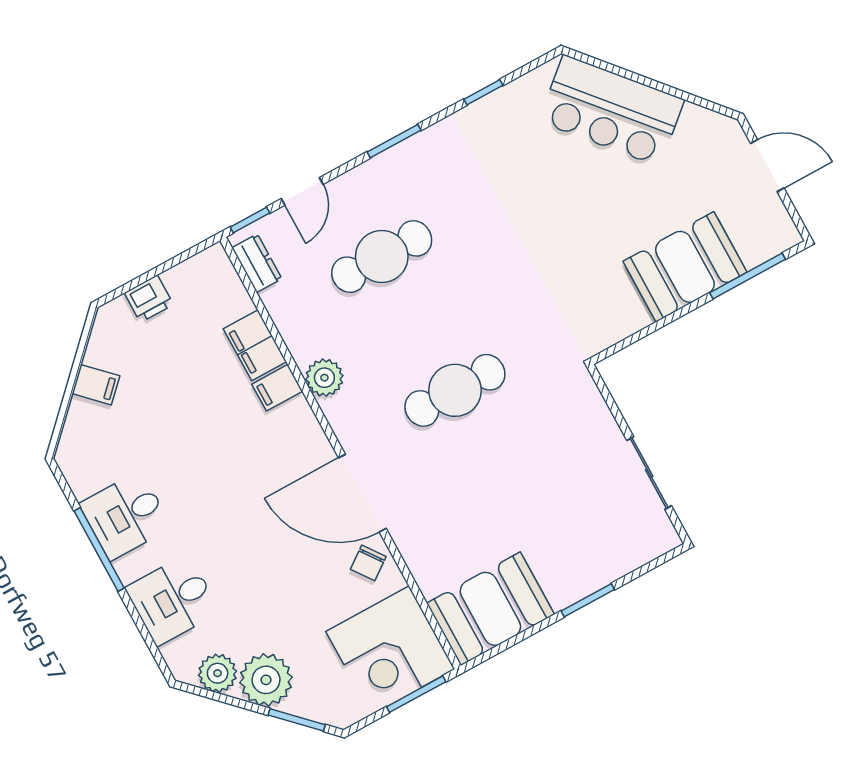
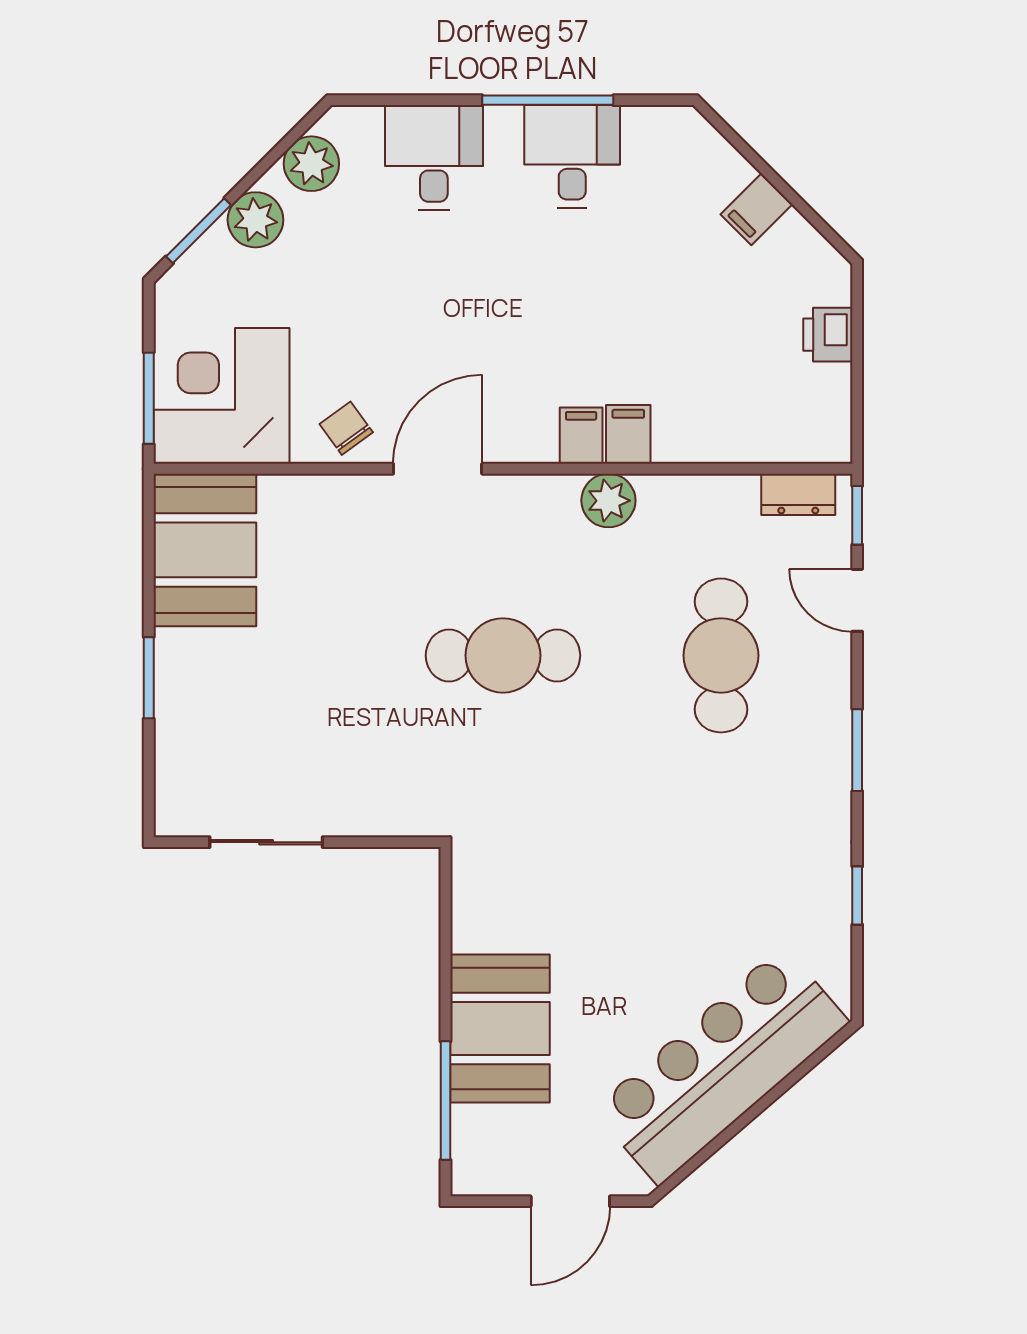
bar counter: (611, 110) -> (721, 1066), width x1.36
filing cabinet: (255, 345) -> (581, 436), moved, width x0.50
cafe table: (455, 390) -> (503, 655), turned 90
door: (362, 493) -> (438, 469), width x0.73
plant: (266, 680) -> (255, 220), width x0.73, depth x0.73

